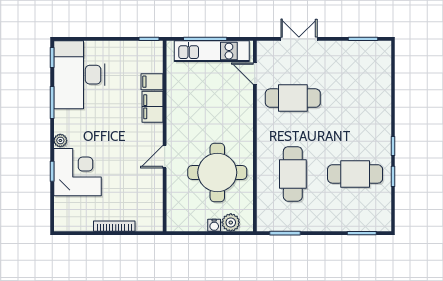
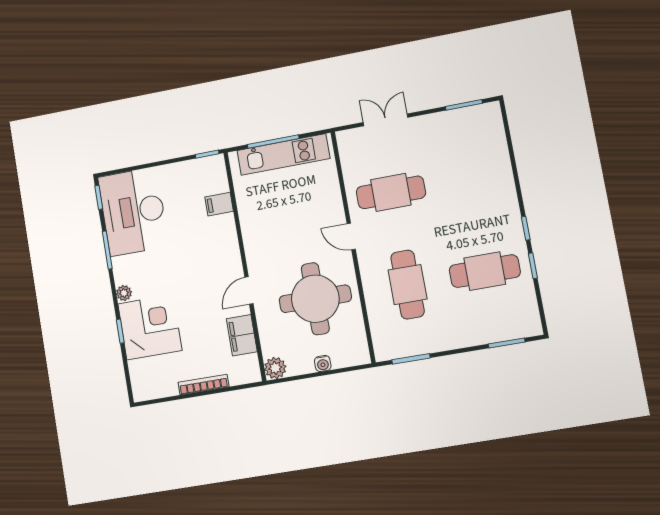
door: (255, 74) -> (351, 236), moved
filing cabinet: (152, 107) -> (242, 335), moved
plant: (231, 222) -> (275, 368), moved

